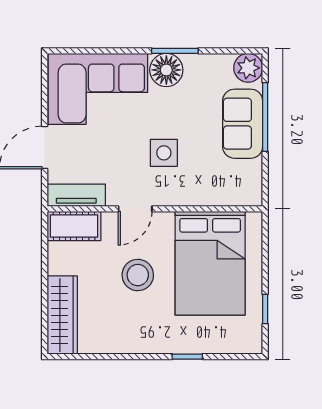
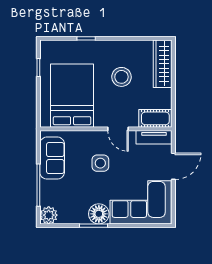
sofa: (243, 124) -> (52, 158), moved
door: (135, 209) -> (118, 129), swing flipped
stool: (138, 275) -> (121, 77), moved

